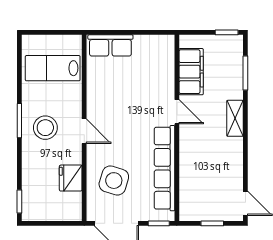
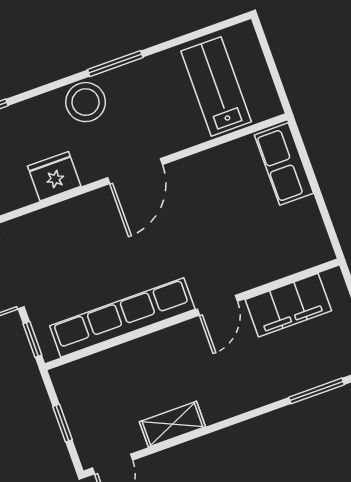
shelving: (235, 118) -> (172, 424), moved
stool: (45, 128) -> (86, 102), moved
door: (84, 131) -> (135, 171), width x1.38
side table: (114, 181) -> (74, 245), removed

